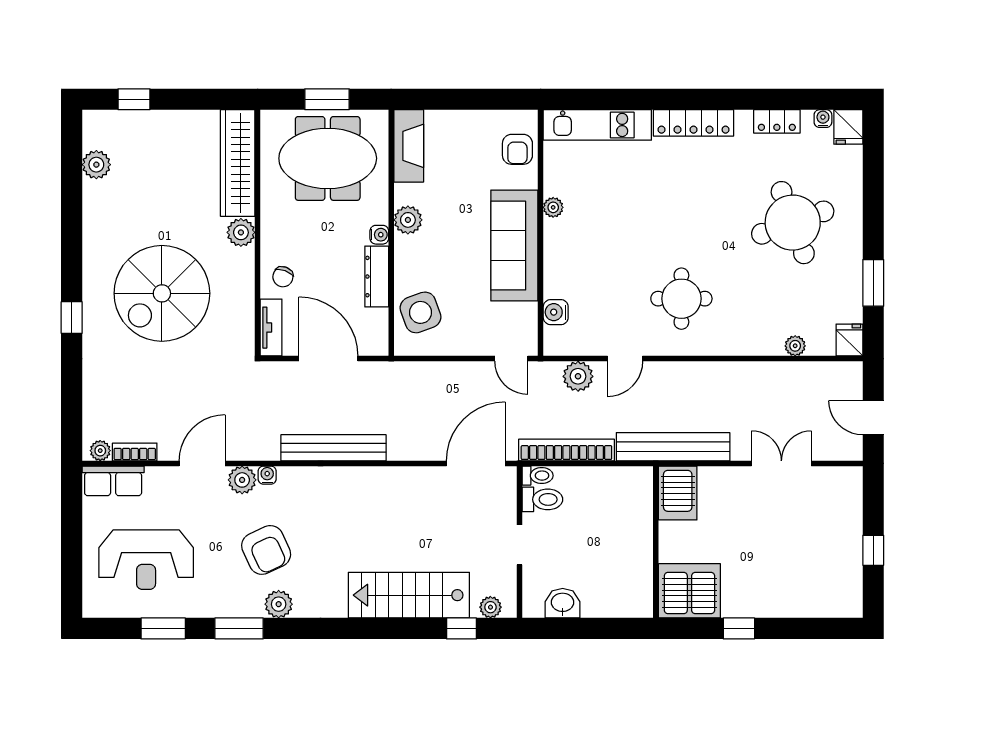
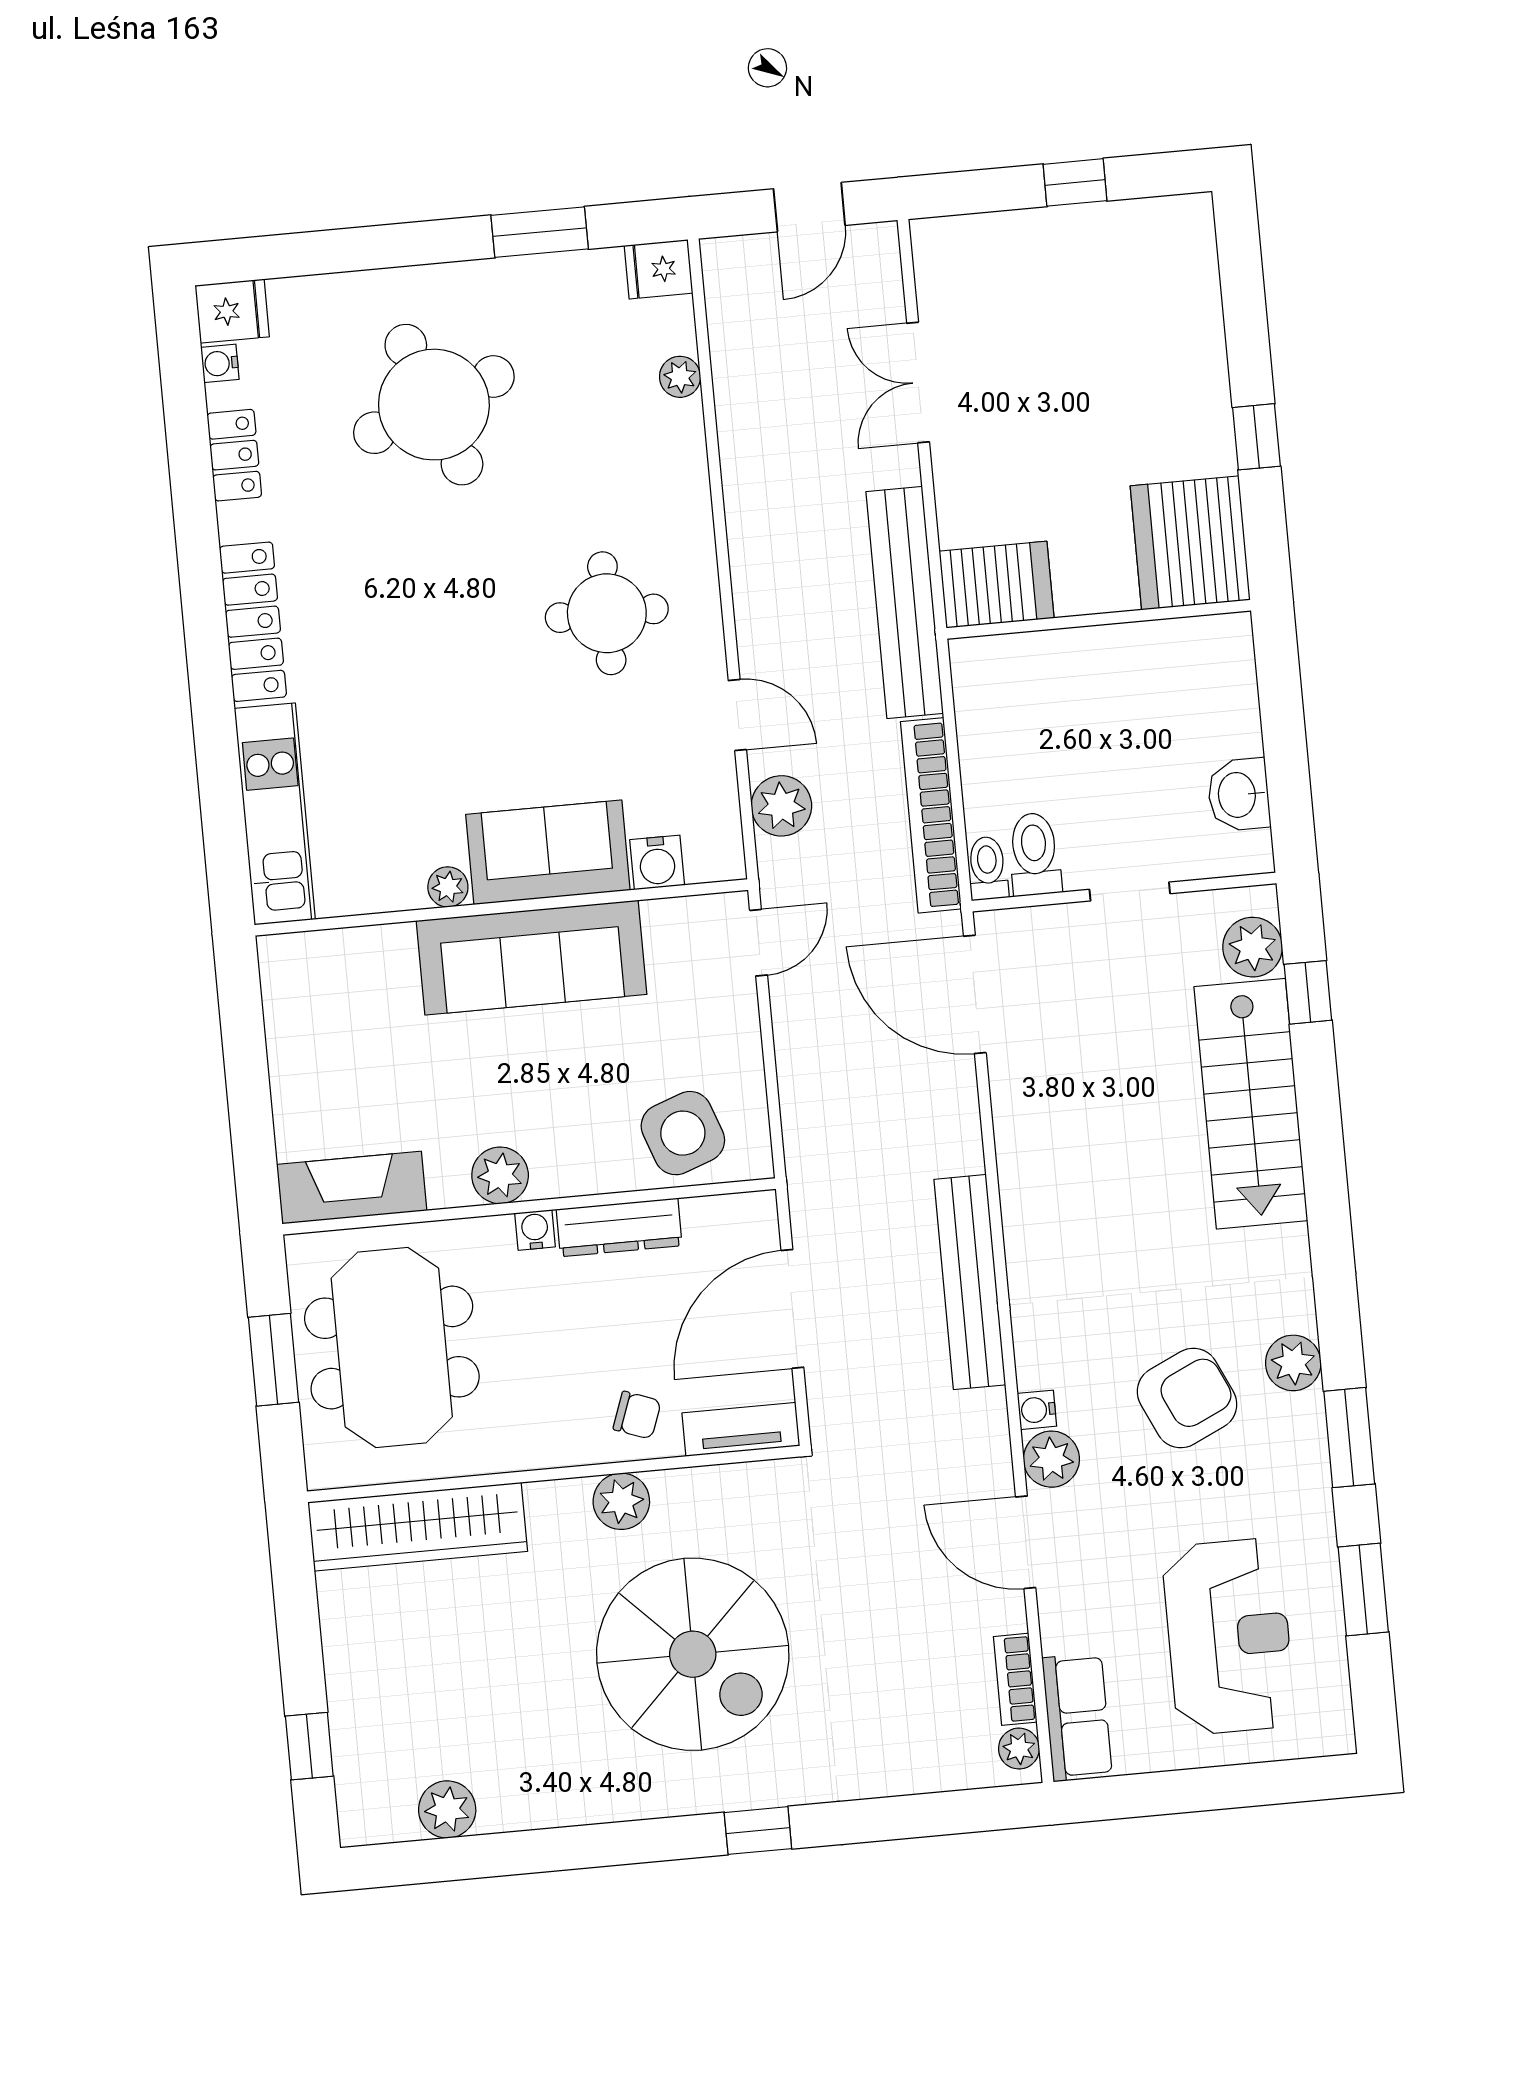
armchair: (517, 149) -> (338, 969), removed
plant: (241, 232) -> (621, 1501), moved
sofa: (566, 258) -> (548, 852), added
plant: (490, 607) -> (1253, 947), width x1.38, depth x1.38

